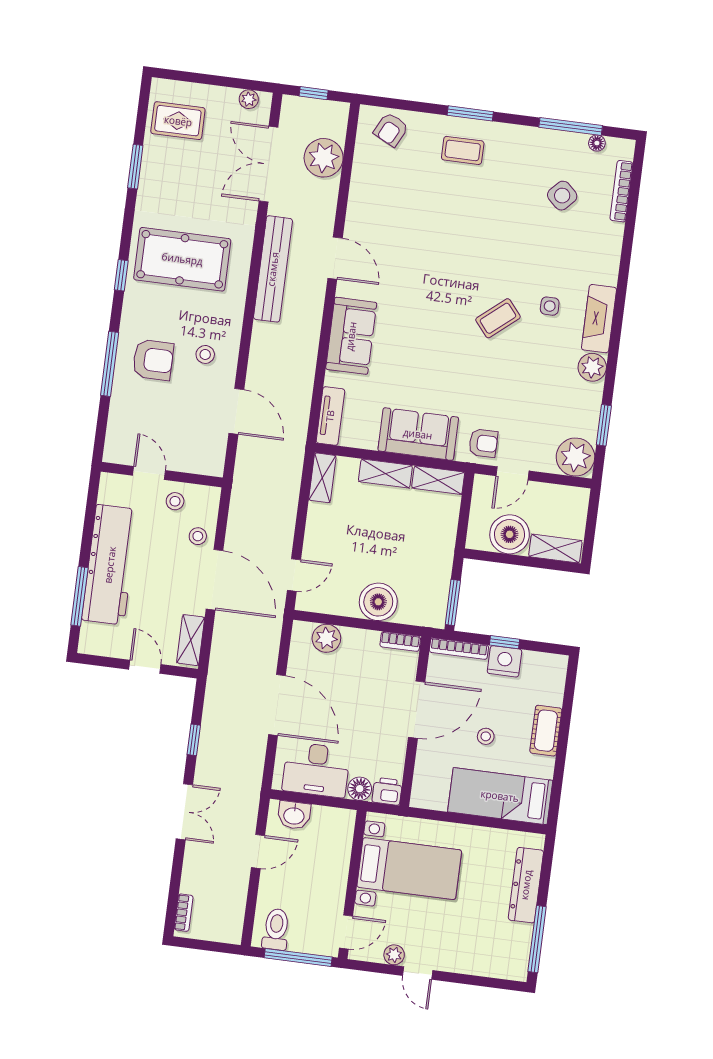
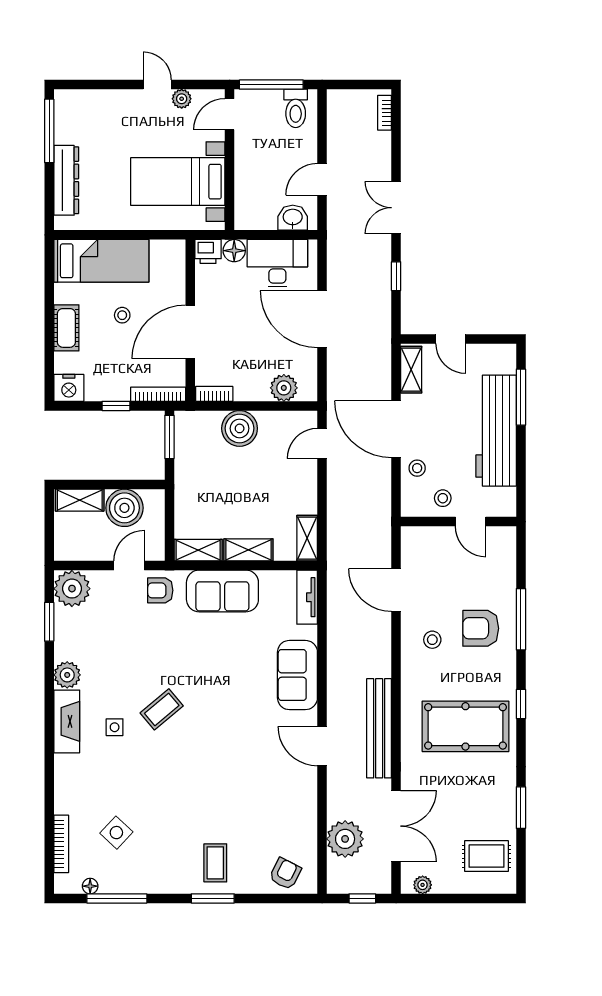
coffee table: (463, 150) -> (215, 863), turned 90
nightstand: (504, 661) -> (69, 388), moved

